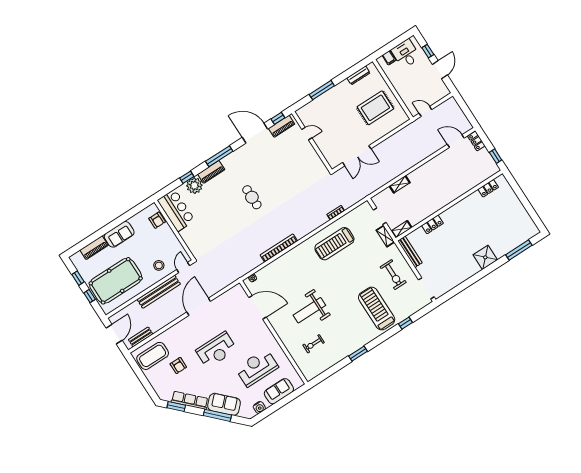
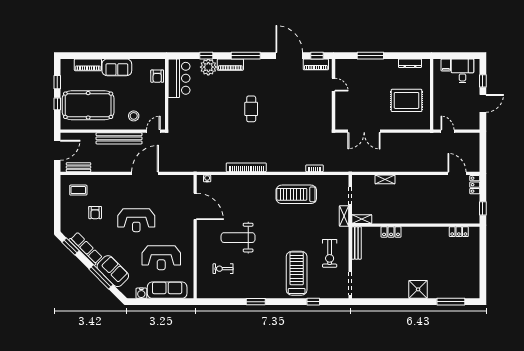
coffee table: (153, 356) -> (78, 190), width x0.54, depth x0.58
reception desk: (257, 368) -> (161, 258), turned 180
sofa: (279, 391) -> (167, 290), width x1.36

